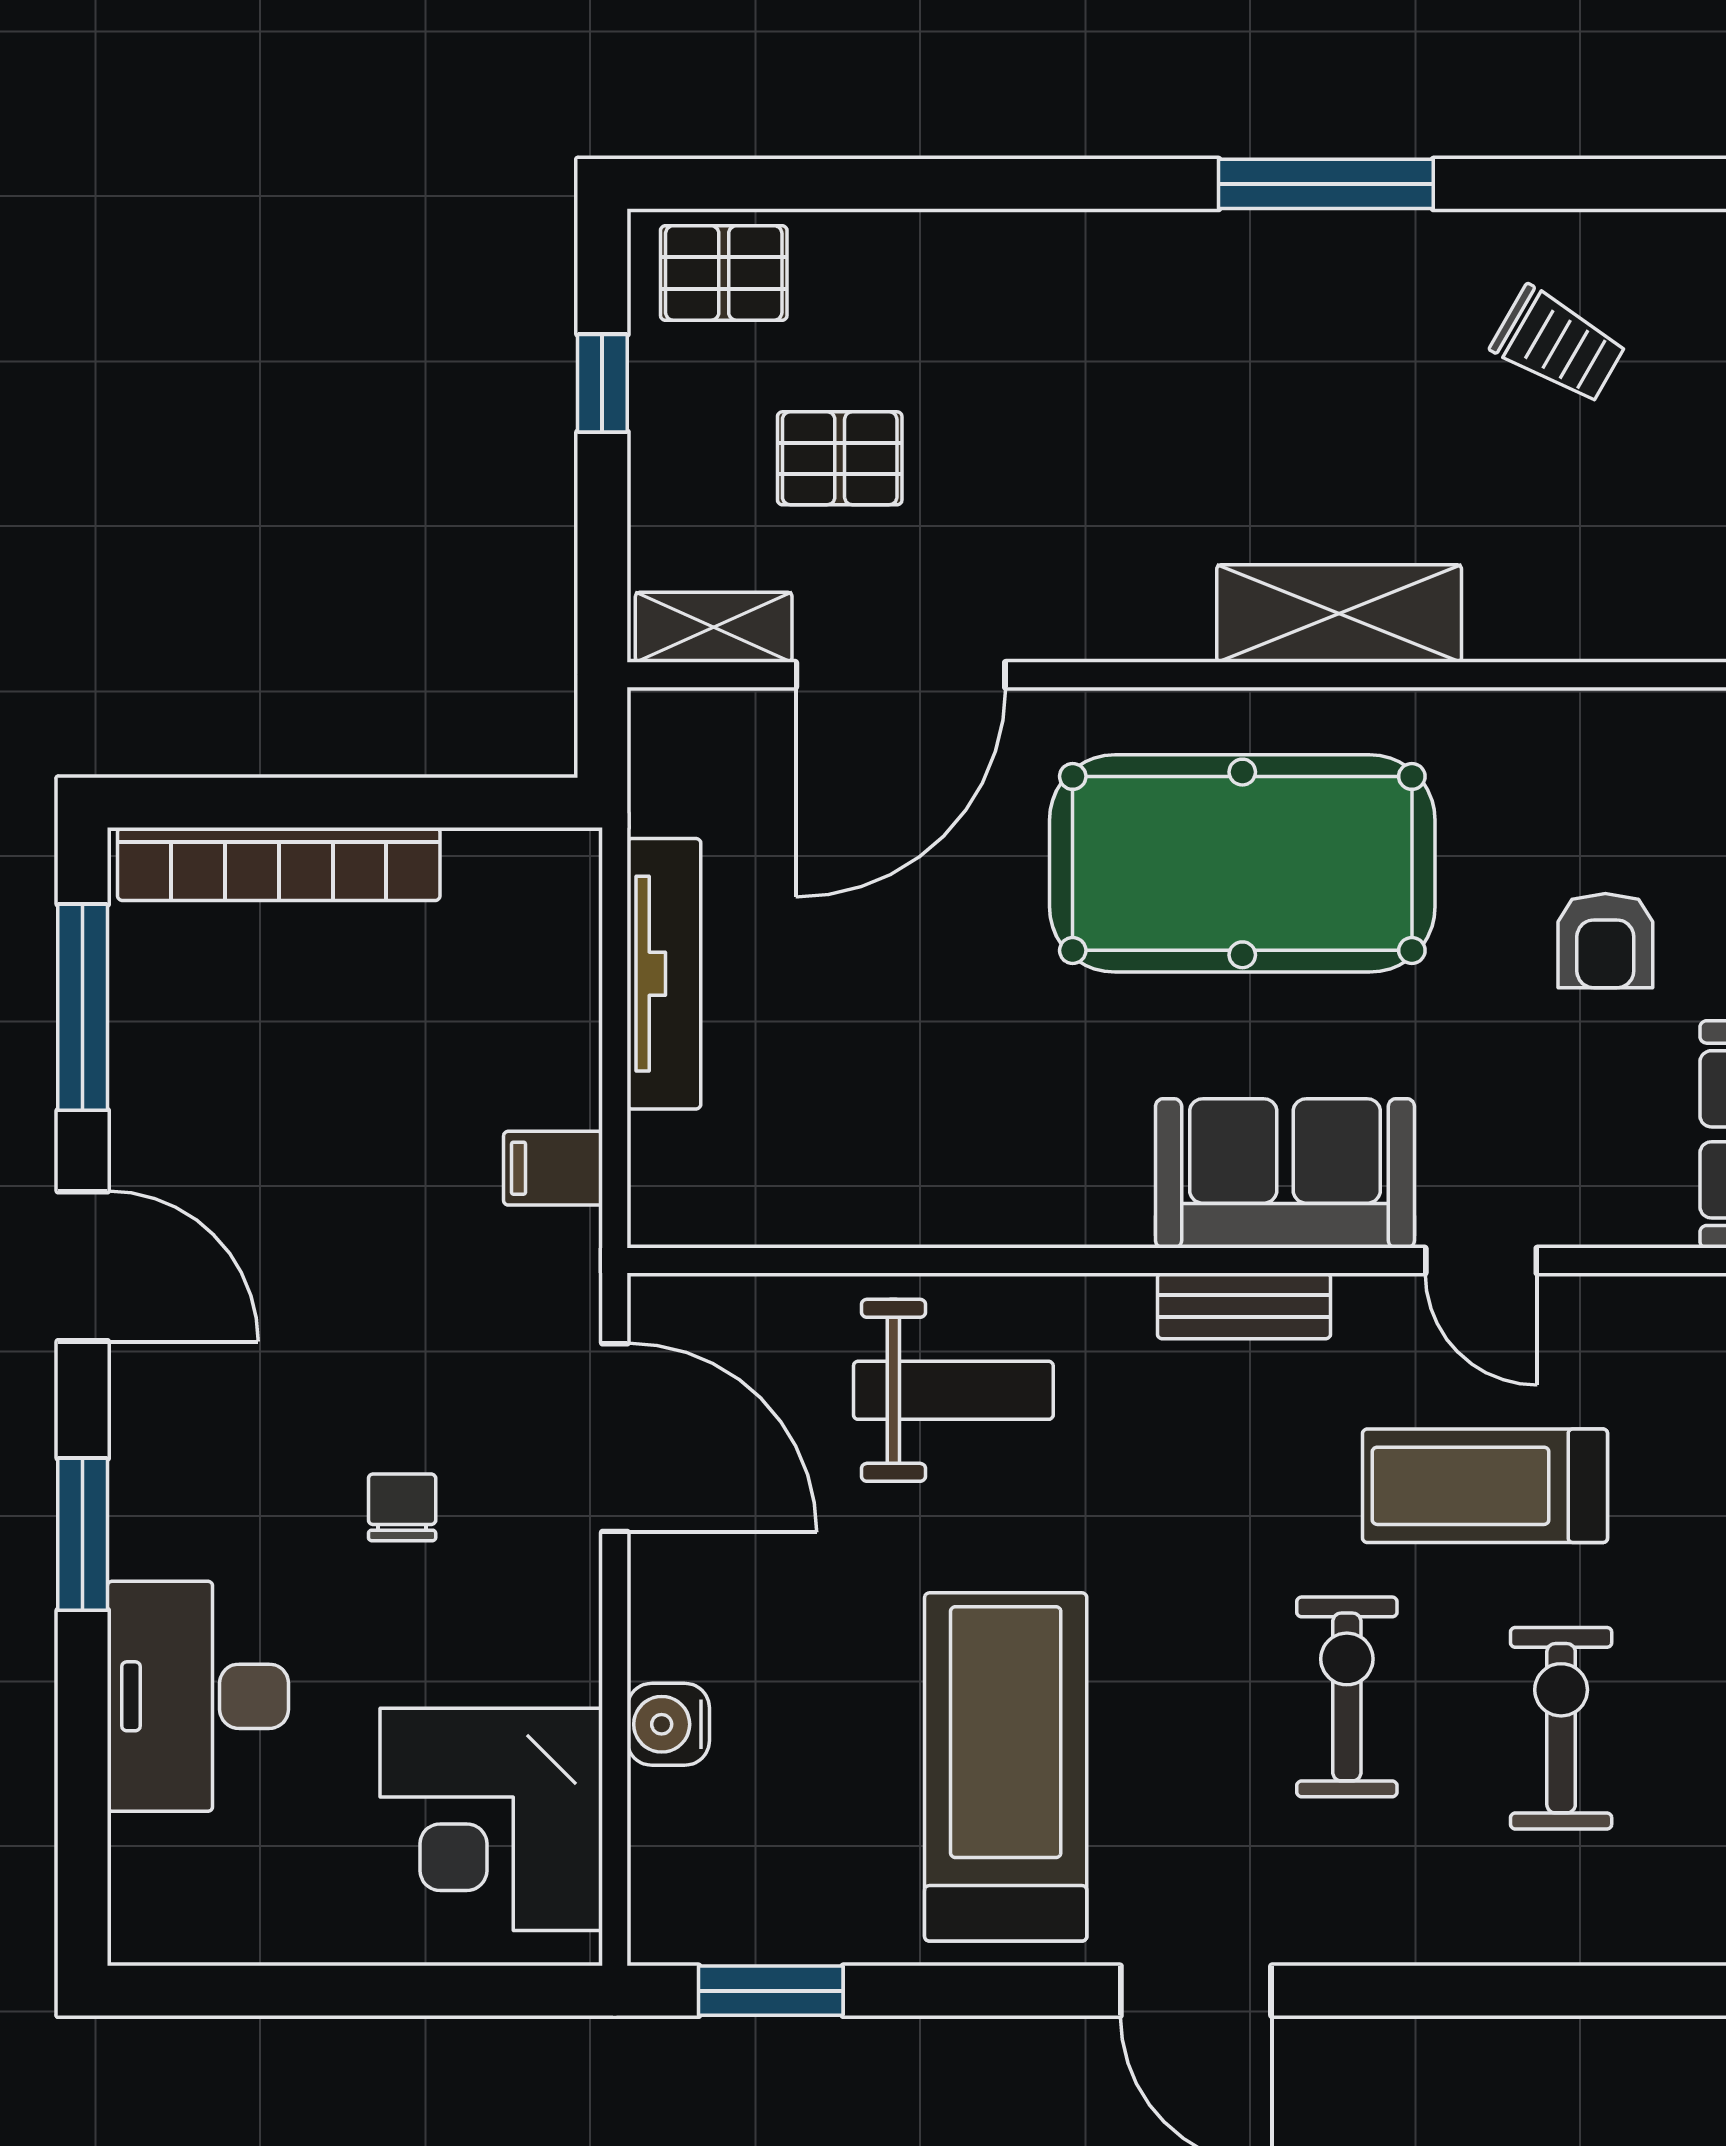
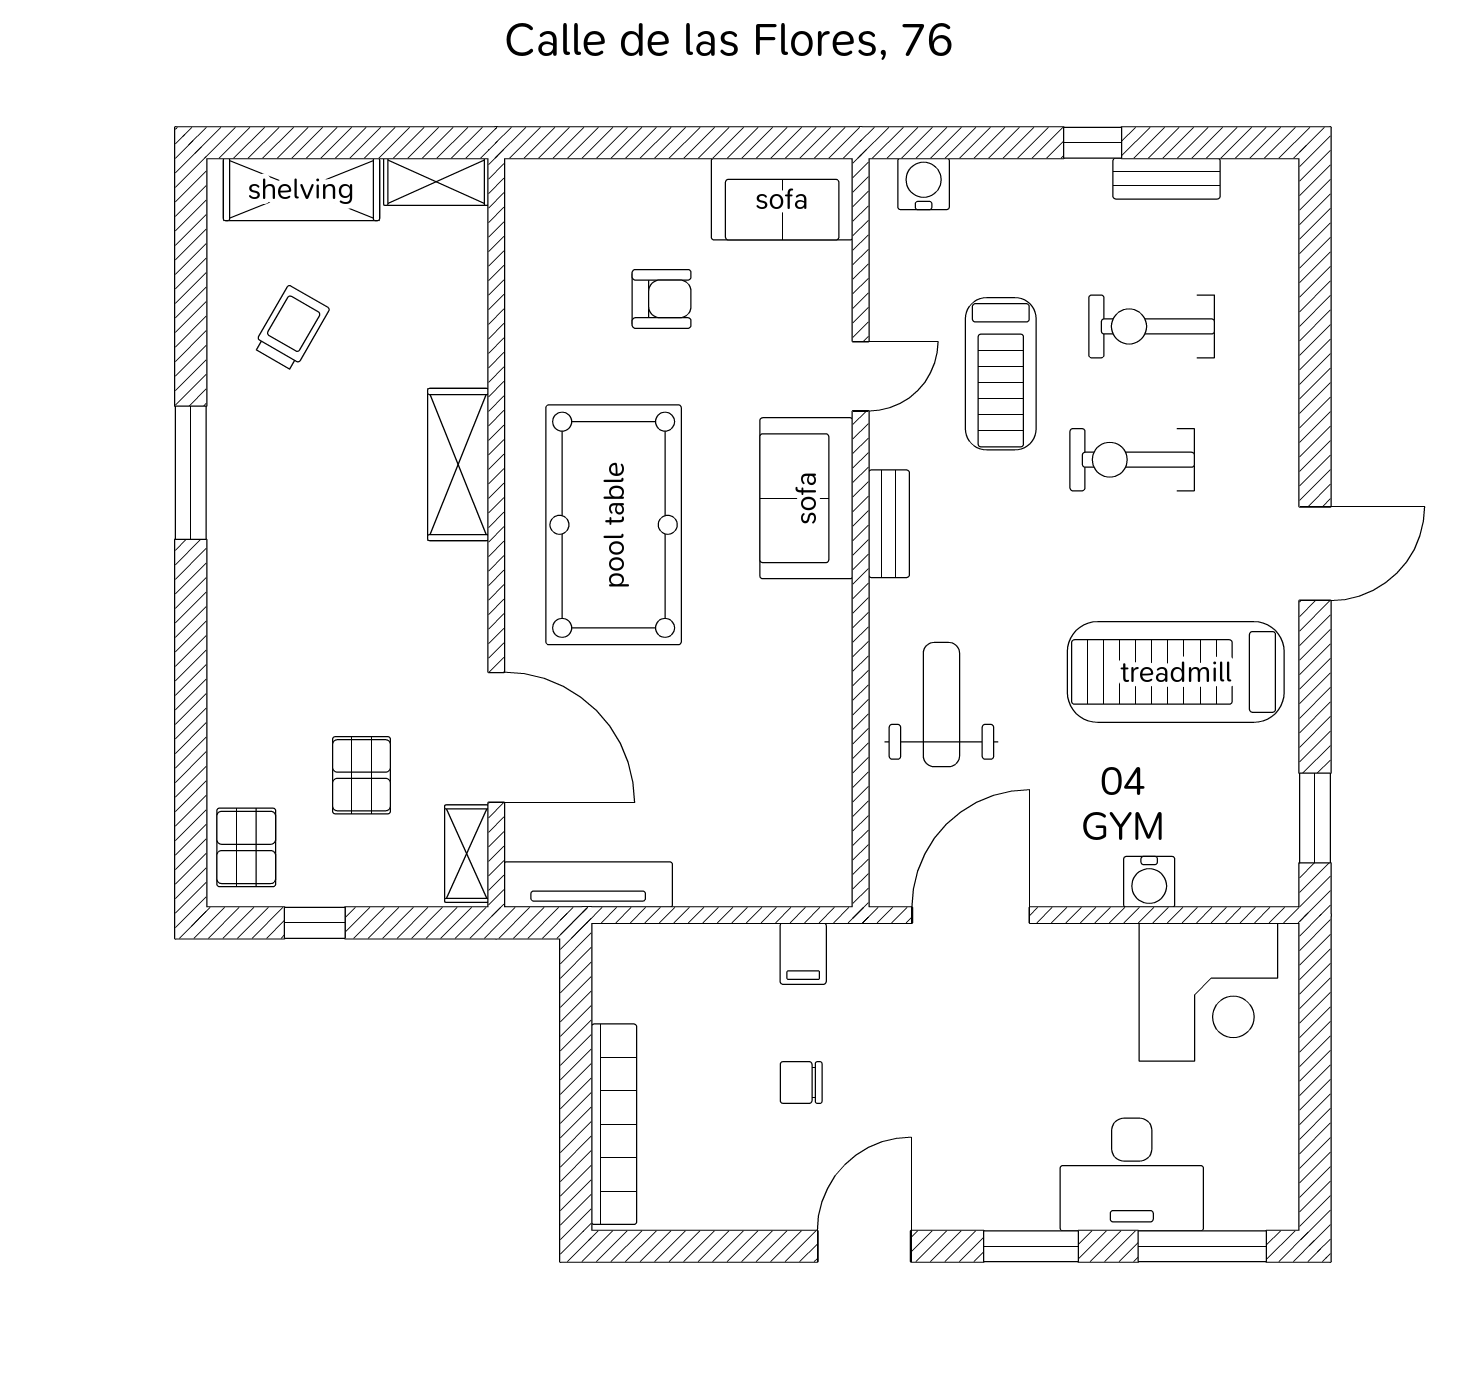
tv unit: (664, 974) -> (588, 885), moved
window: (83, 1007) -> (1202, 1246), moved
chair: (402, 1507) -> (801, 1083), moved

